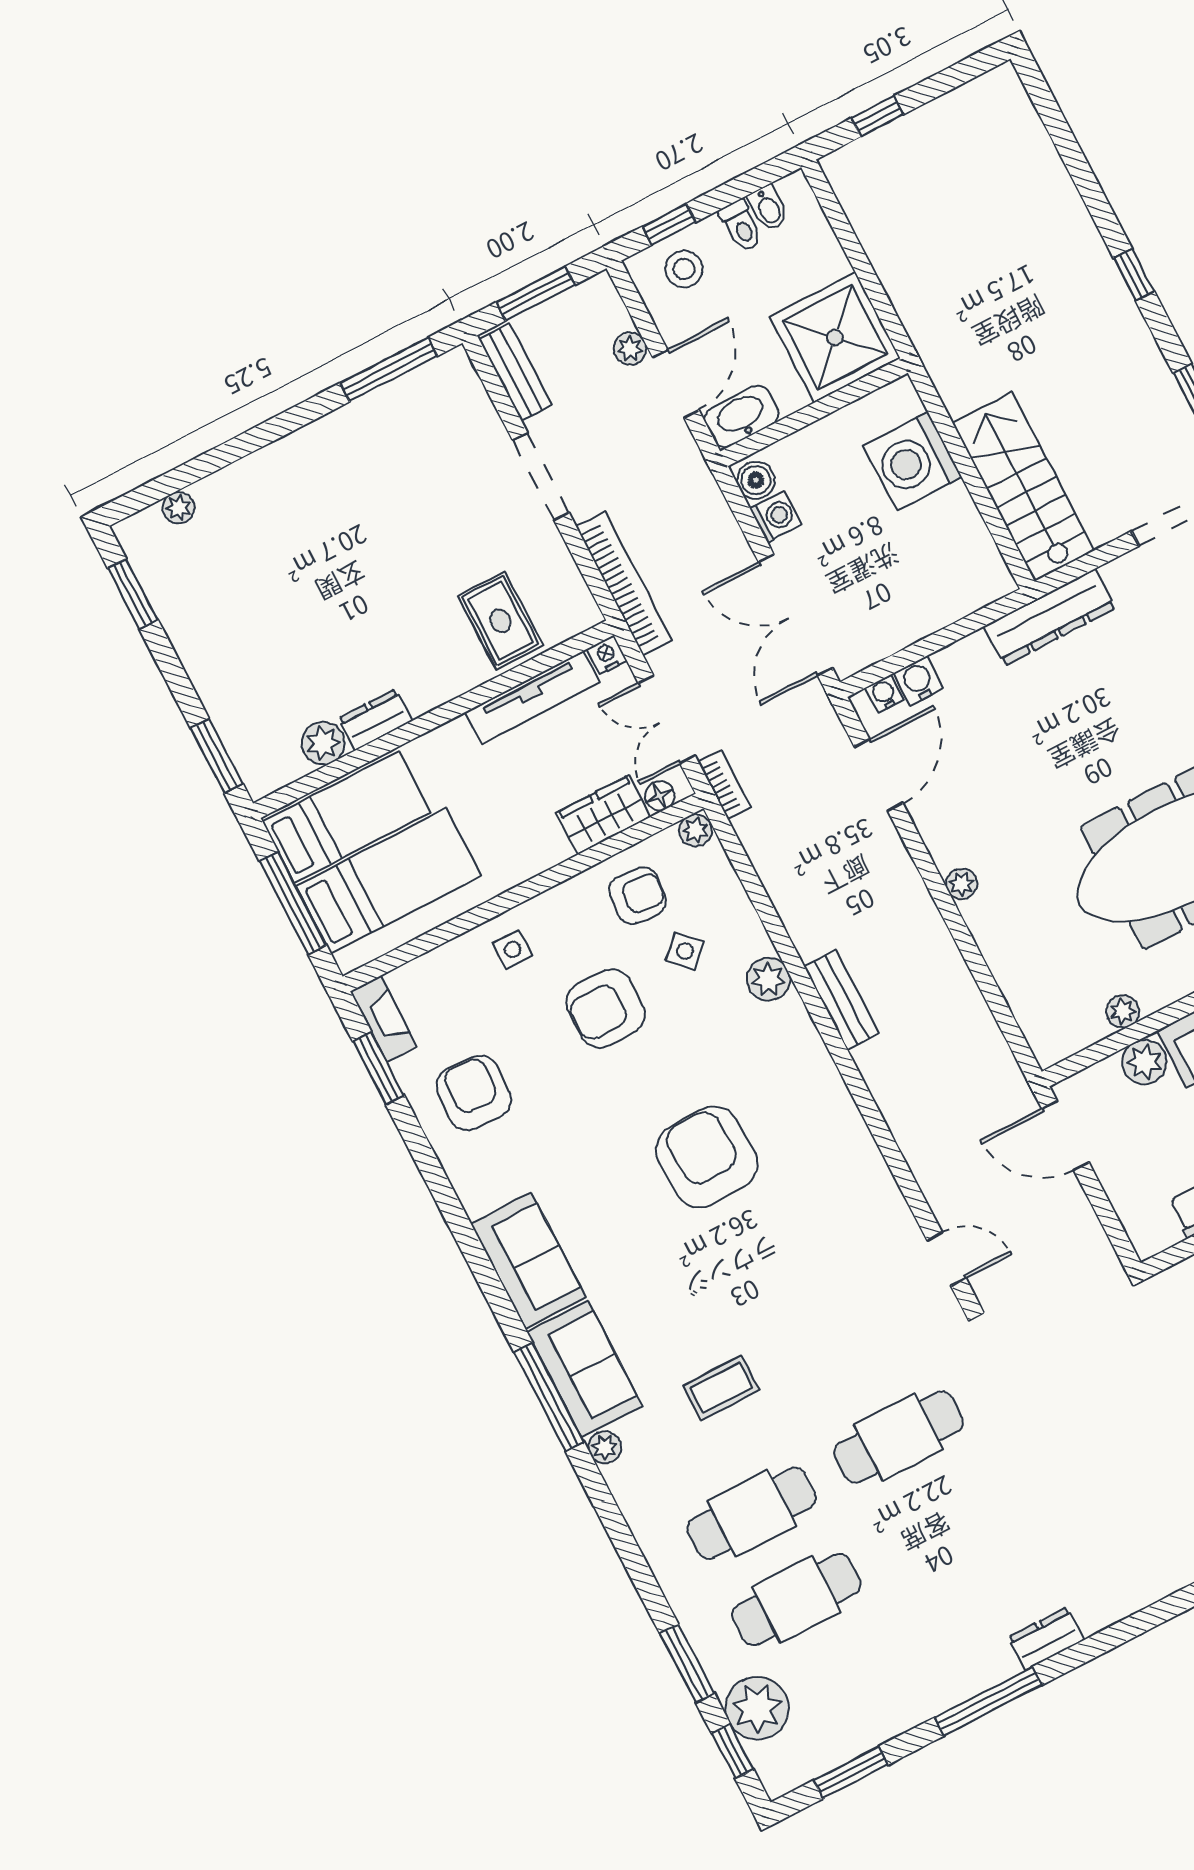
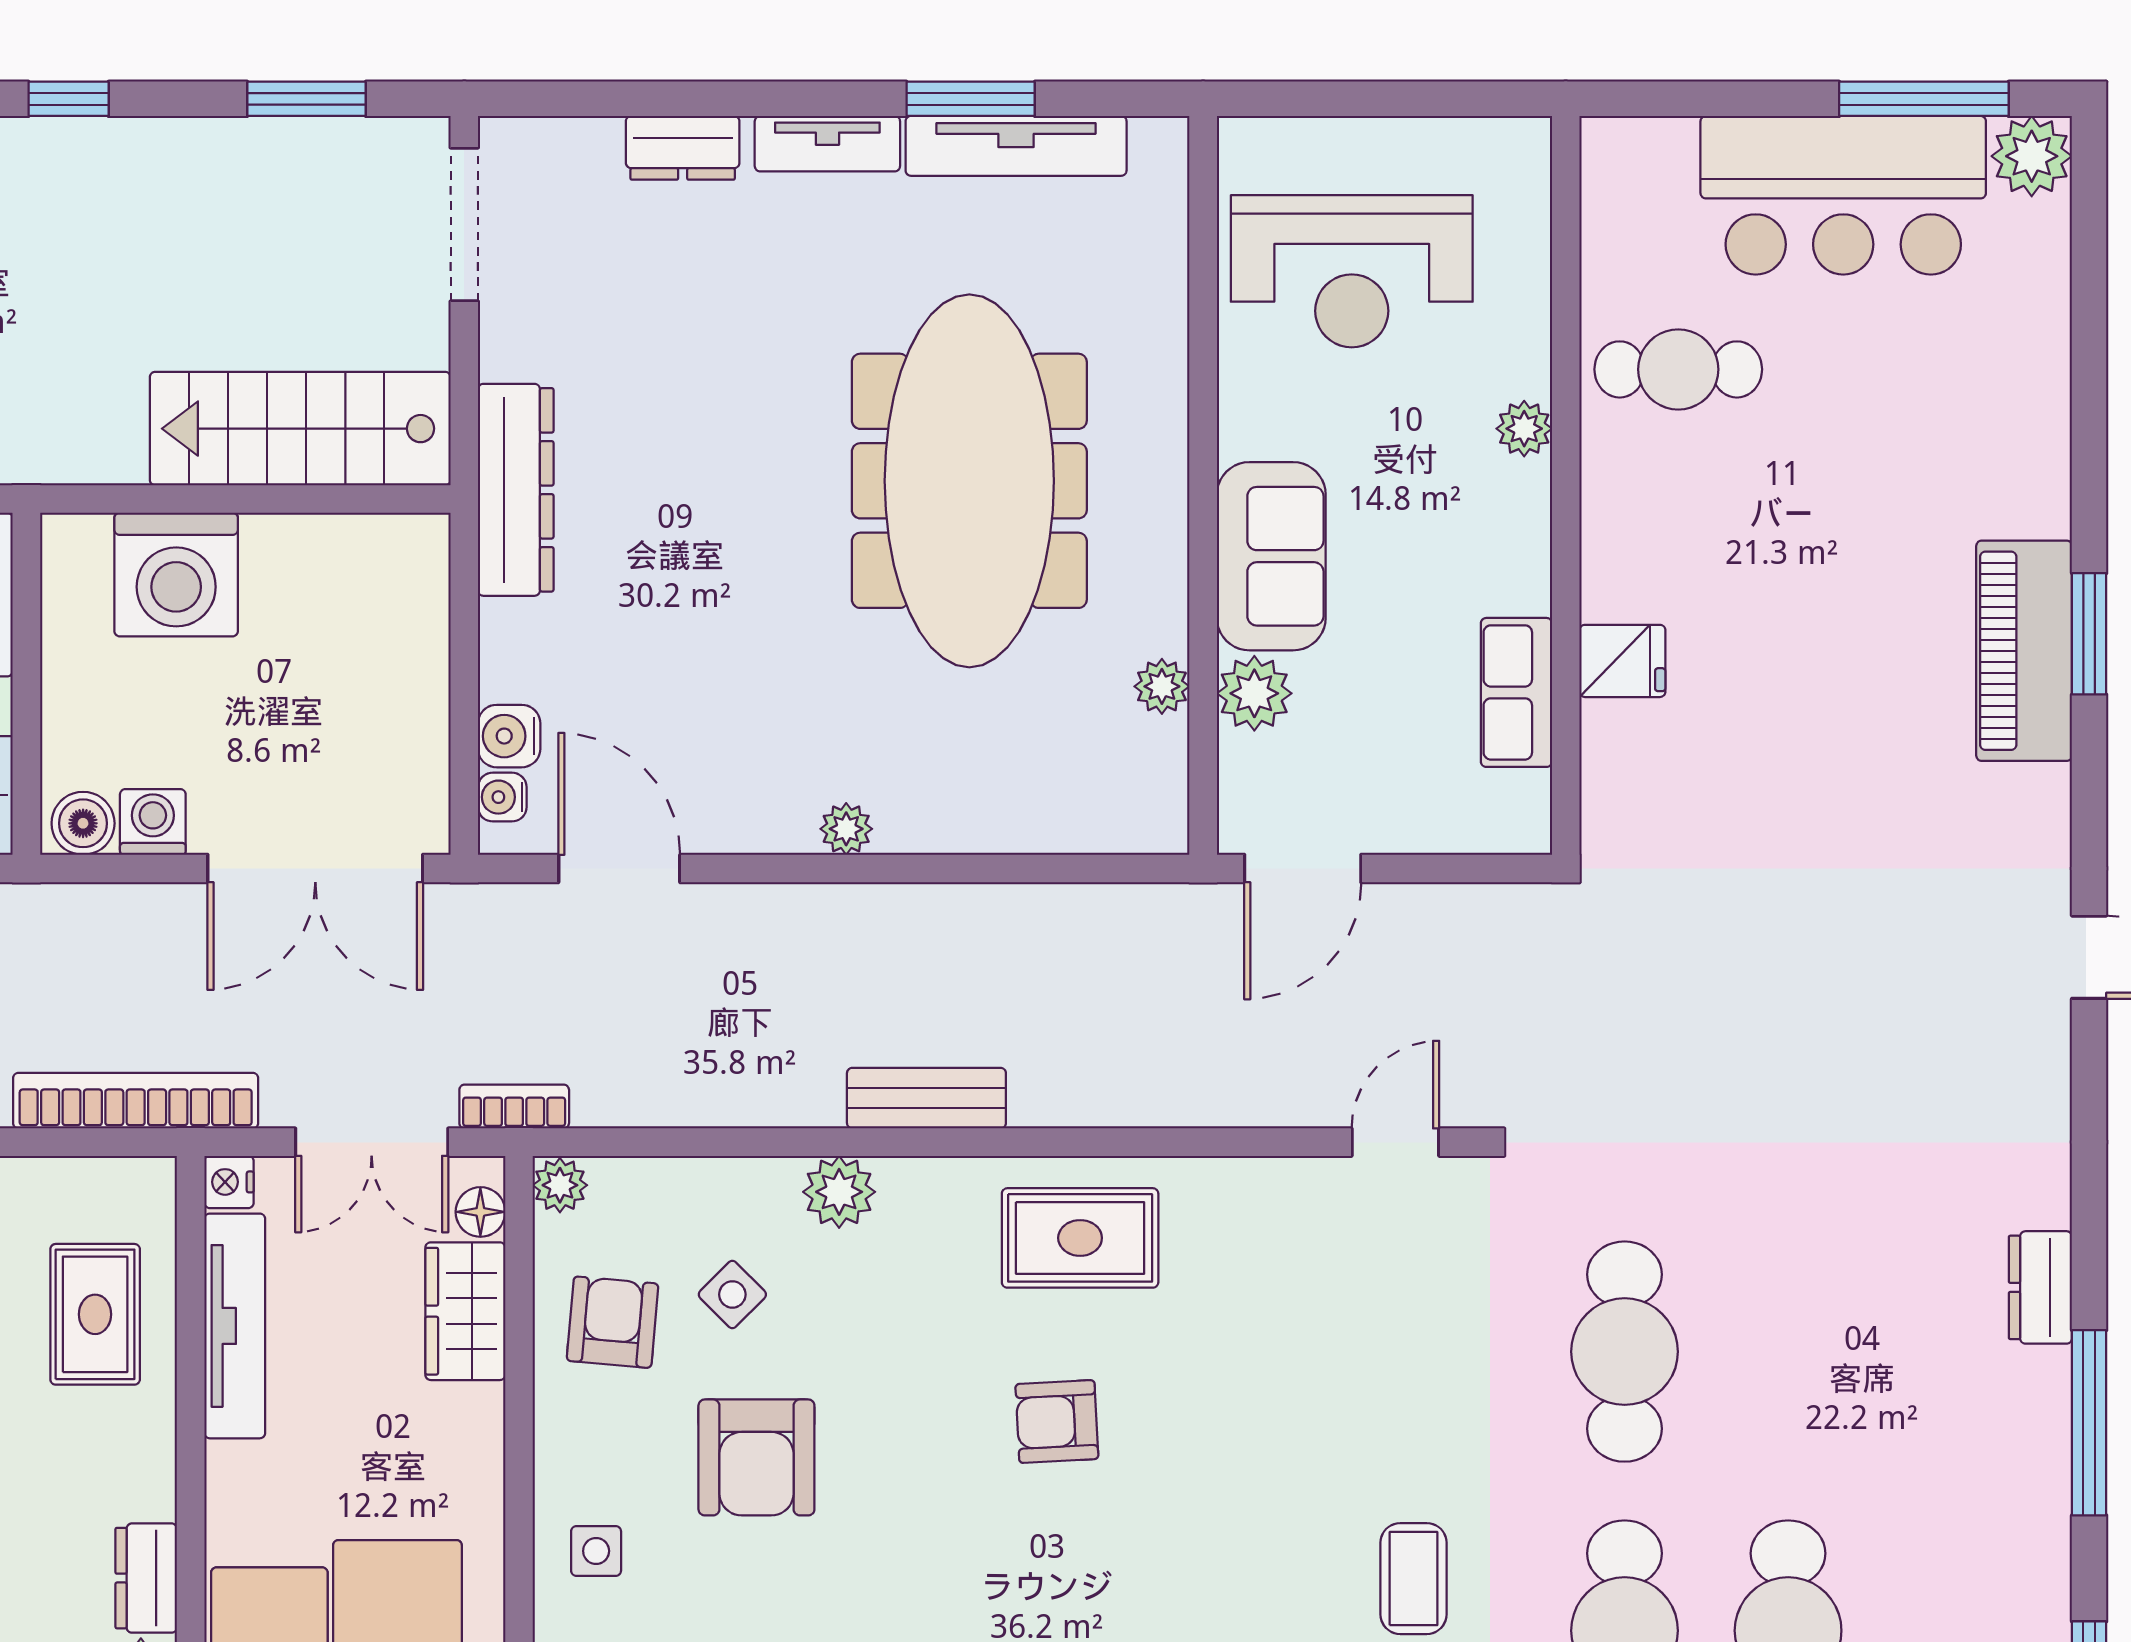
rug: (500, 621) -> (95, 1314), turned 90
rug: (810, 1119) -> (1080, 1238), added
armchair: (707, 1157) -> (1057, 1422), width x0.53, depth x0.53

